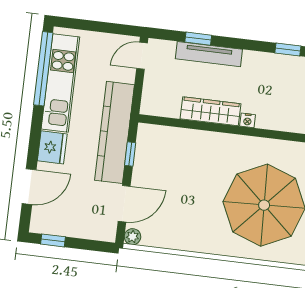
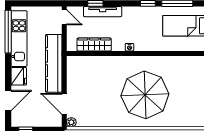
door: (142, 56) -> (64, 17), swing flipped
wardrobe: (210, 111) -> (94, 45), moved
window: (130, 154) -> (64, 75), removed
door: (124, 204) -> (64, 104), swing flipped

